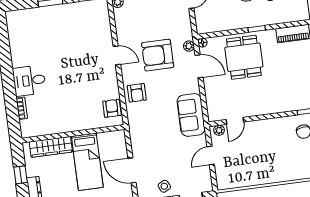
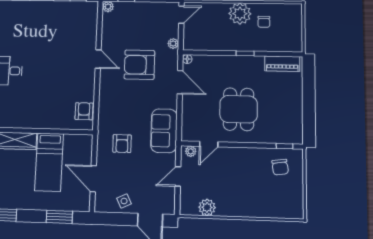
plant: (189, 46) -> (173, 44), moved
dining table: (244, 57) -> (239, 109), moved
armchair: (137, 93) -> (122, 144), moved
plant: (242, 179) -> (207, 207), added

